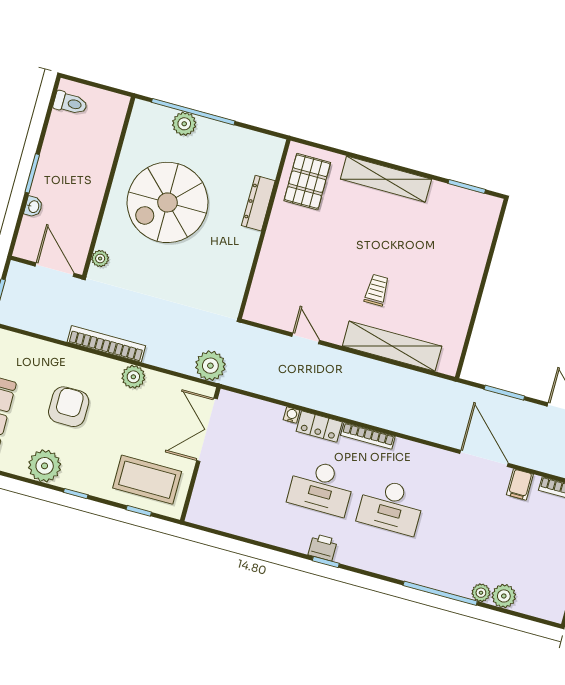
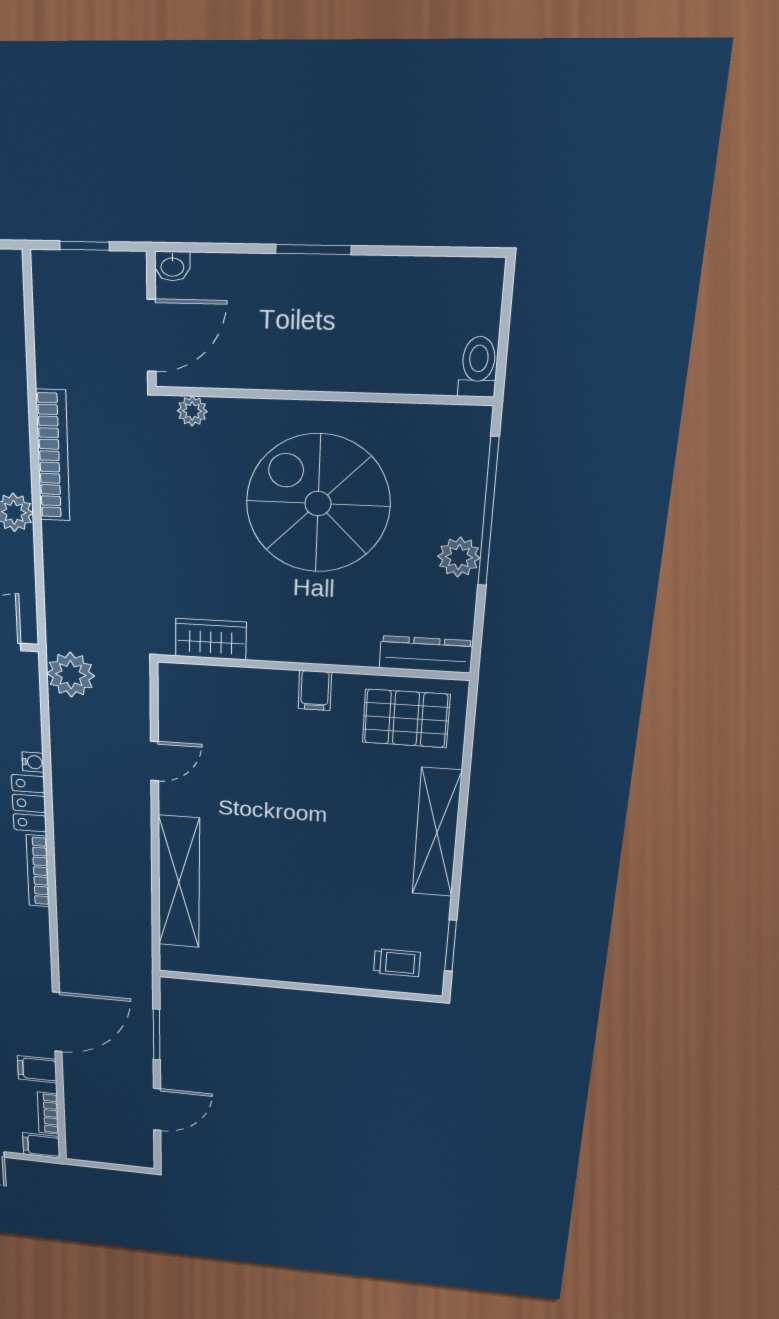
toilet: (70, 103) -> (478, 367), moved, turned 180
plant: (184, 124) -> (459, 557), moved
dresser: (258, 203) -> (426, 654), moved
washbasin: (33, 207) -> (172, 266), moved
filing cabinet: (279, 230) -> (315, 690), added
wardrobe: (234, 283) -> (211, 639), added
trolley: (377, 290) -> (397, 963), moved
plant: (210, 366) -> (71, 675), moved

